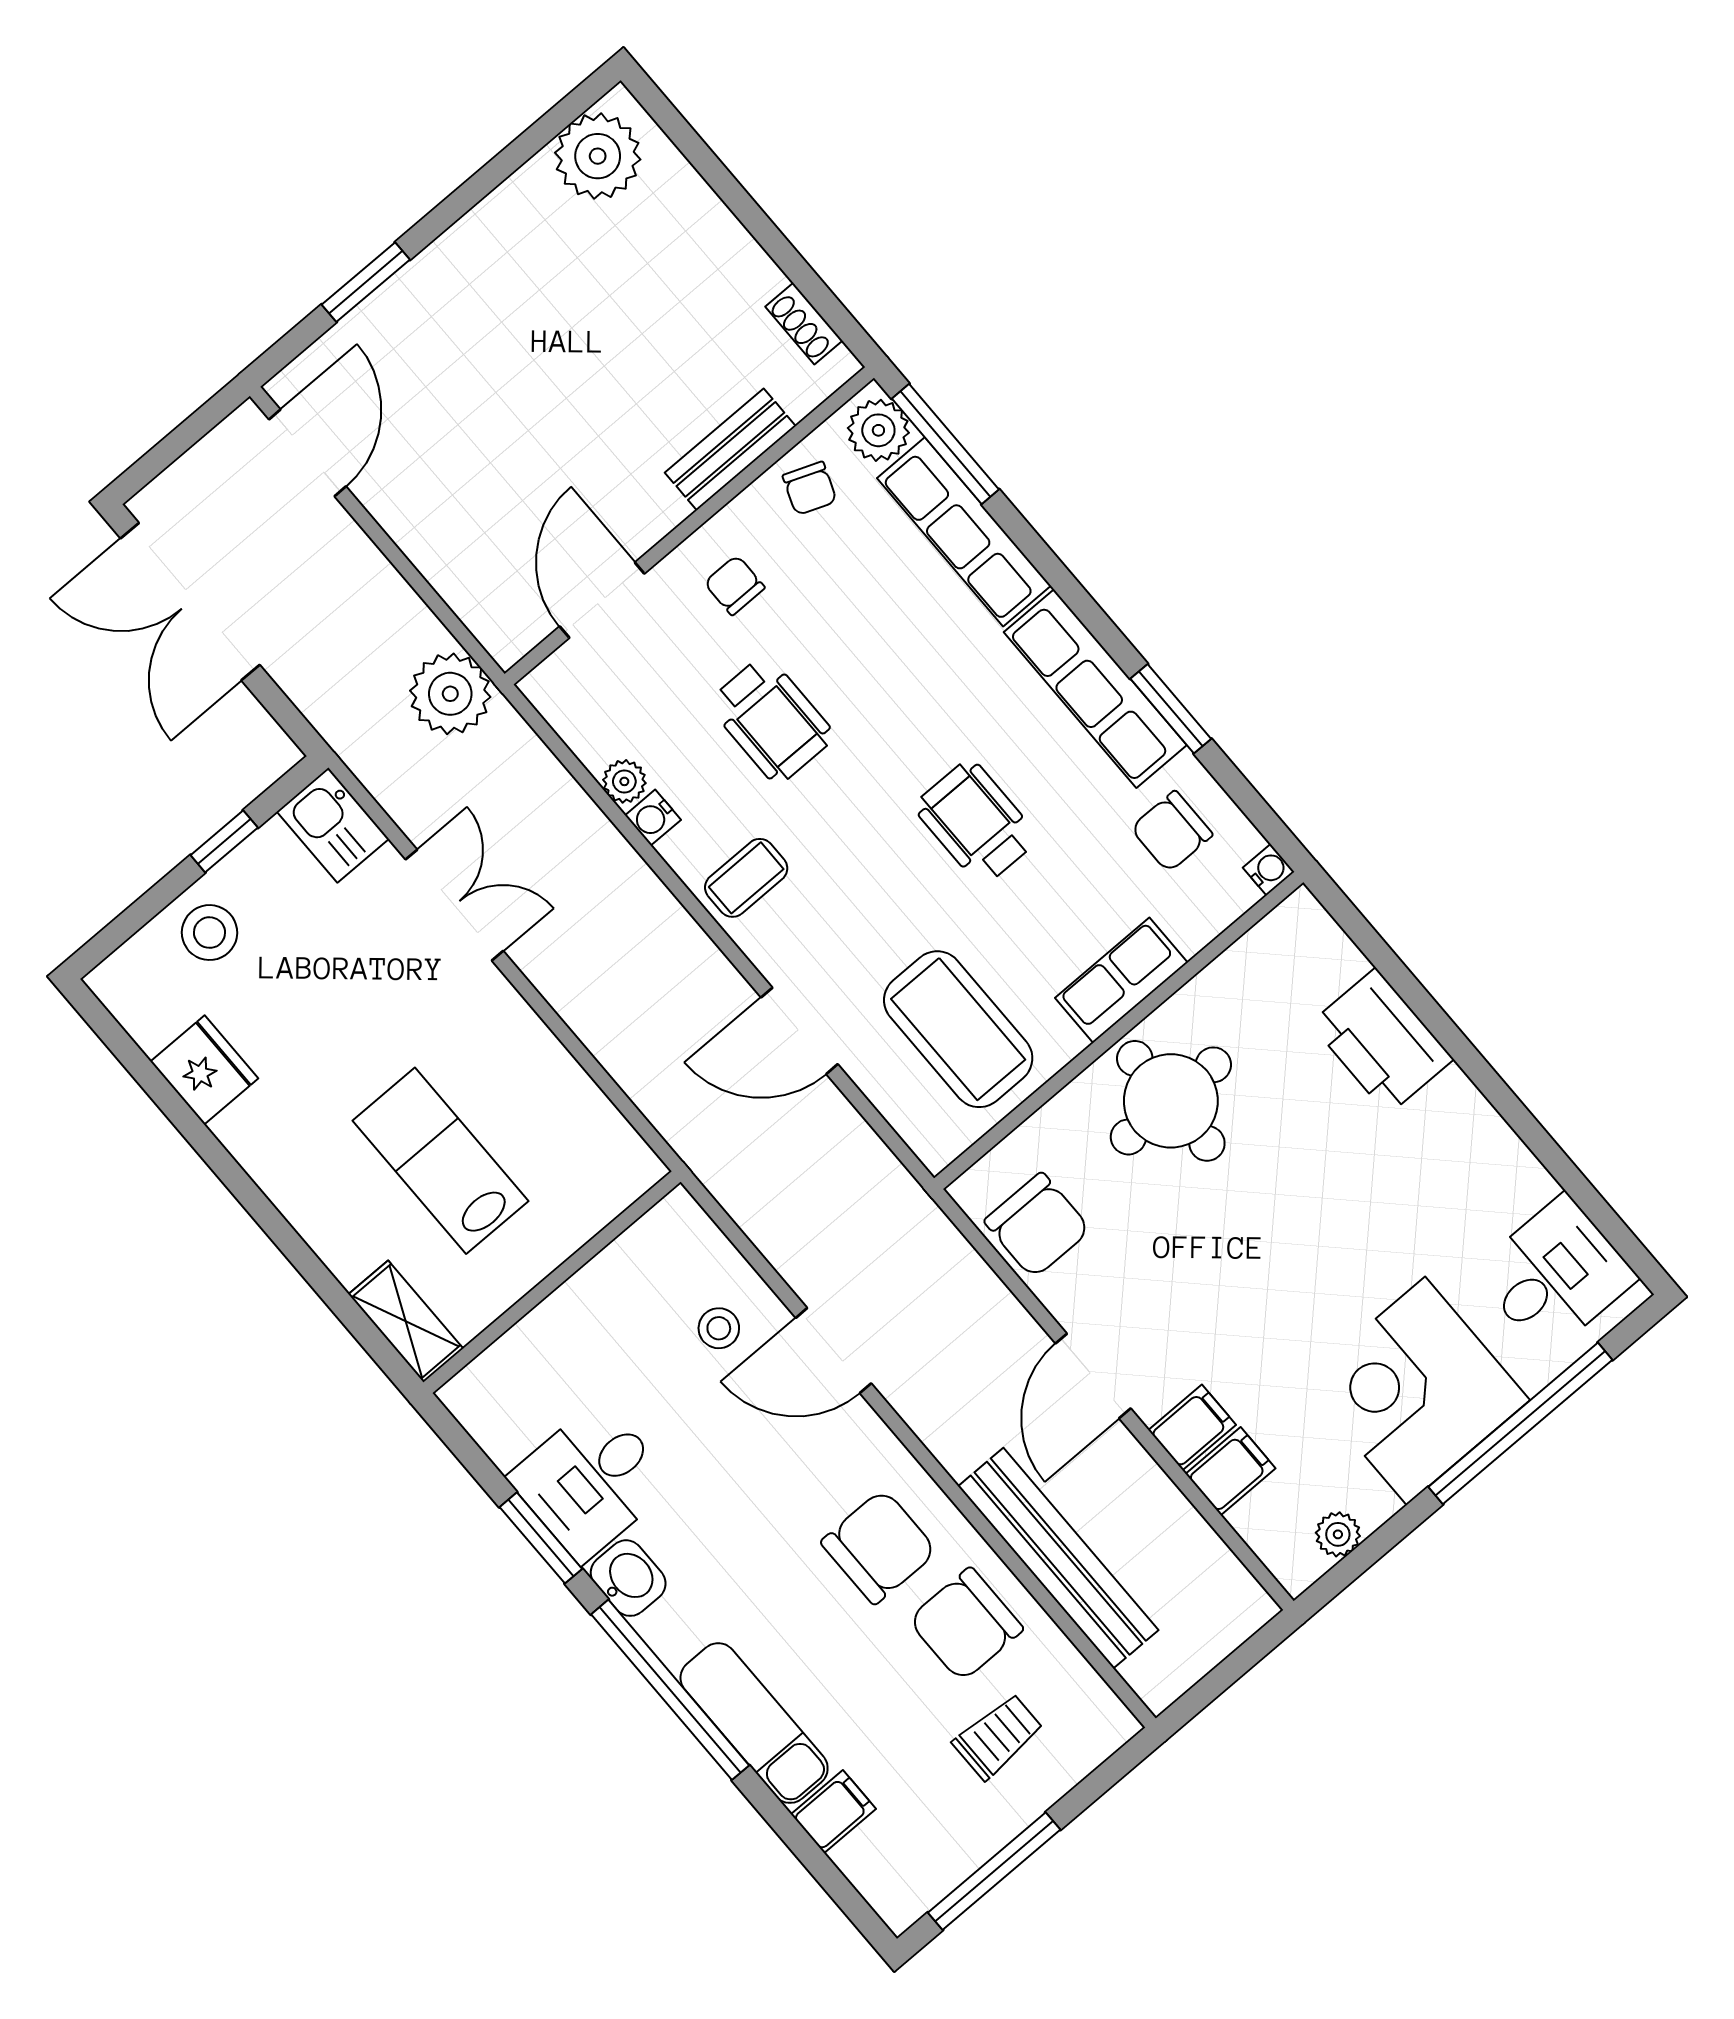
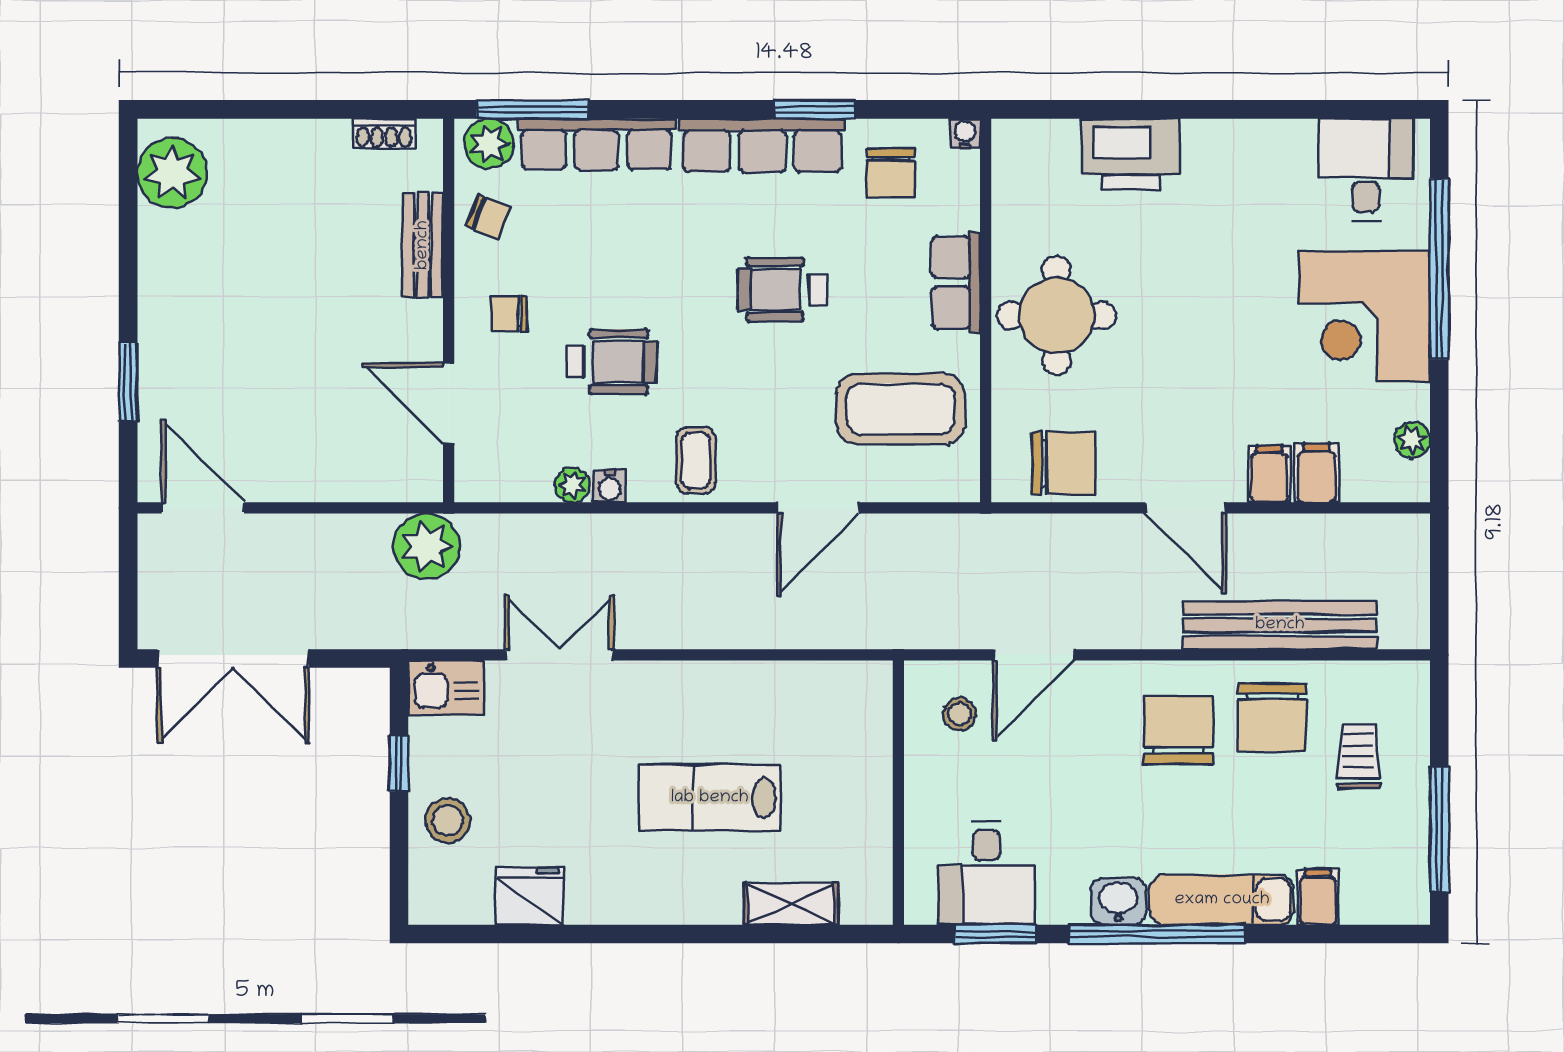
wall: (552, 1282) -> (898, 793), moved
washbasin: (628, 1578) -> (1118, 901), moved

